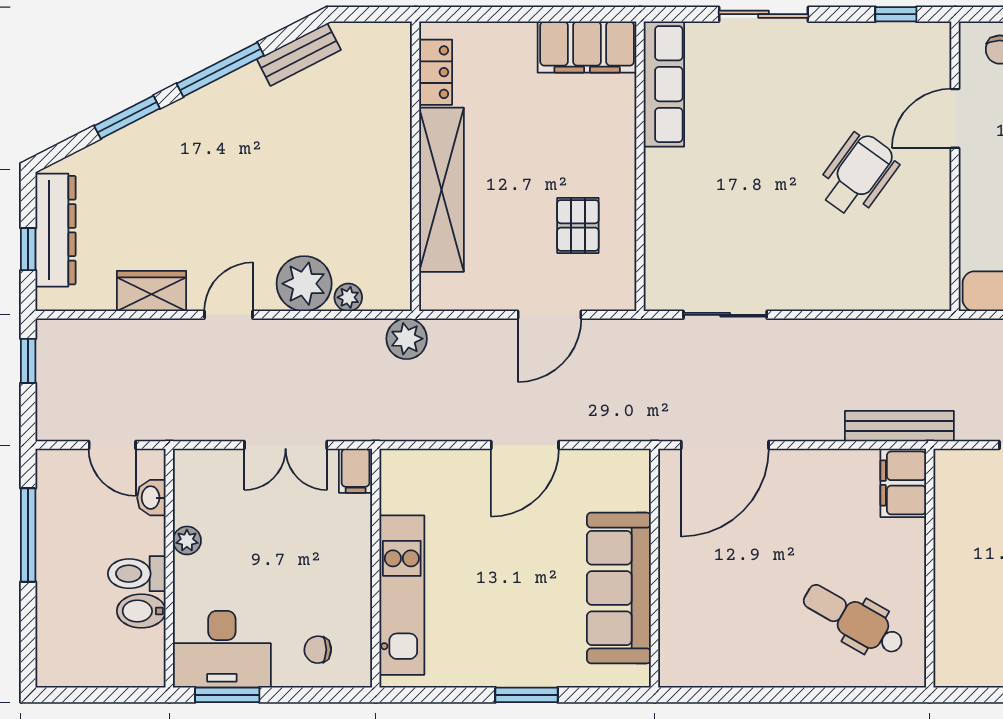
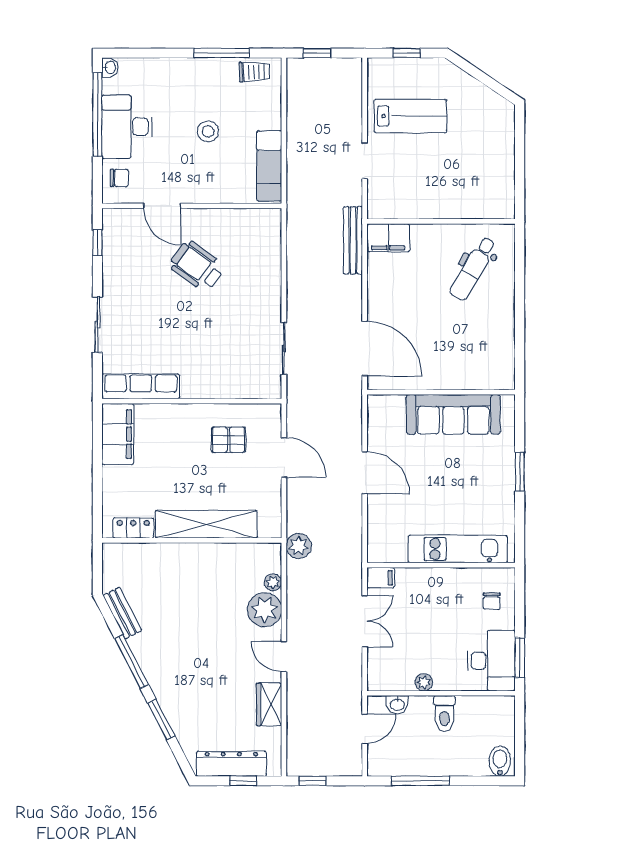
bidet: (141, 611) -> (500, 761), moved, turned 180

